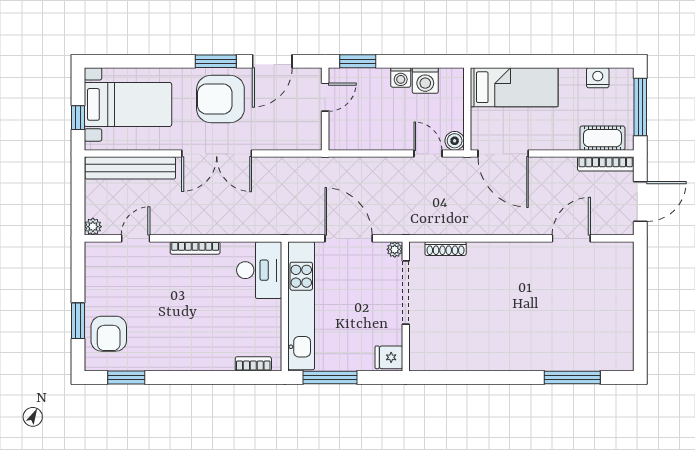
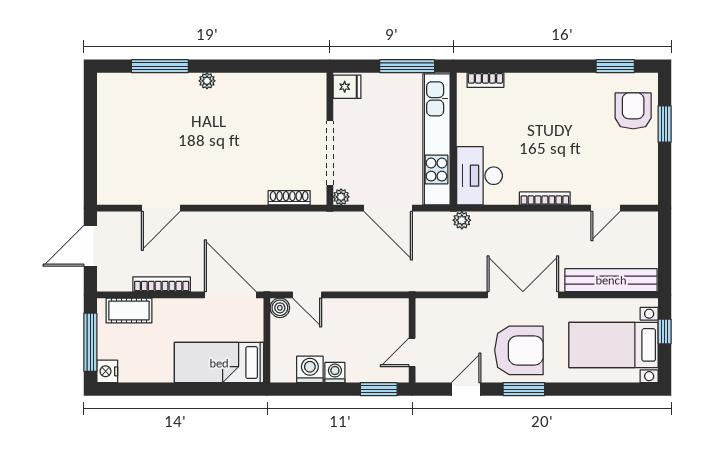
door: (272, 61) -> (466, 389), width x0.73
nightstand: (598, 78) -> (107, 371), moved, turned 90
bookcase: (606, 164) -> (162, 284), moved
plant: (93, 227) -> (462, 220), moved
plant: (526, 363) -> (207, 81), added

